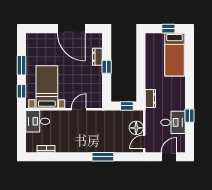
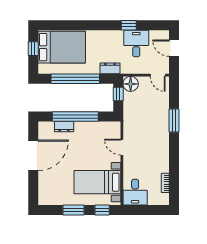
bed: (175, 55) -> (62, 47), width x1.50
window: (107, 67) -> (75, 116), width x3.17
window: (141, 67) -> (75, 79), added
floor lamp: (136, 128) -> (131, 84), moved

